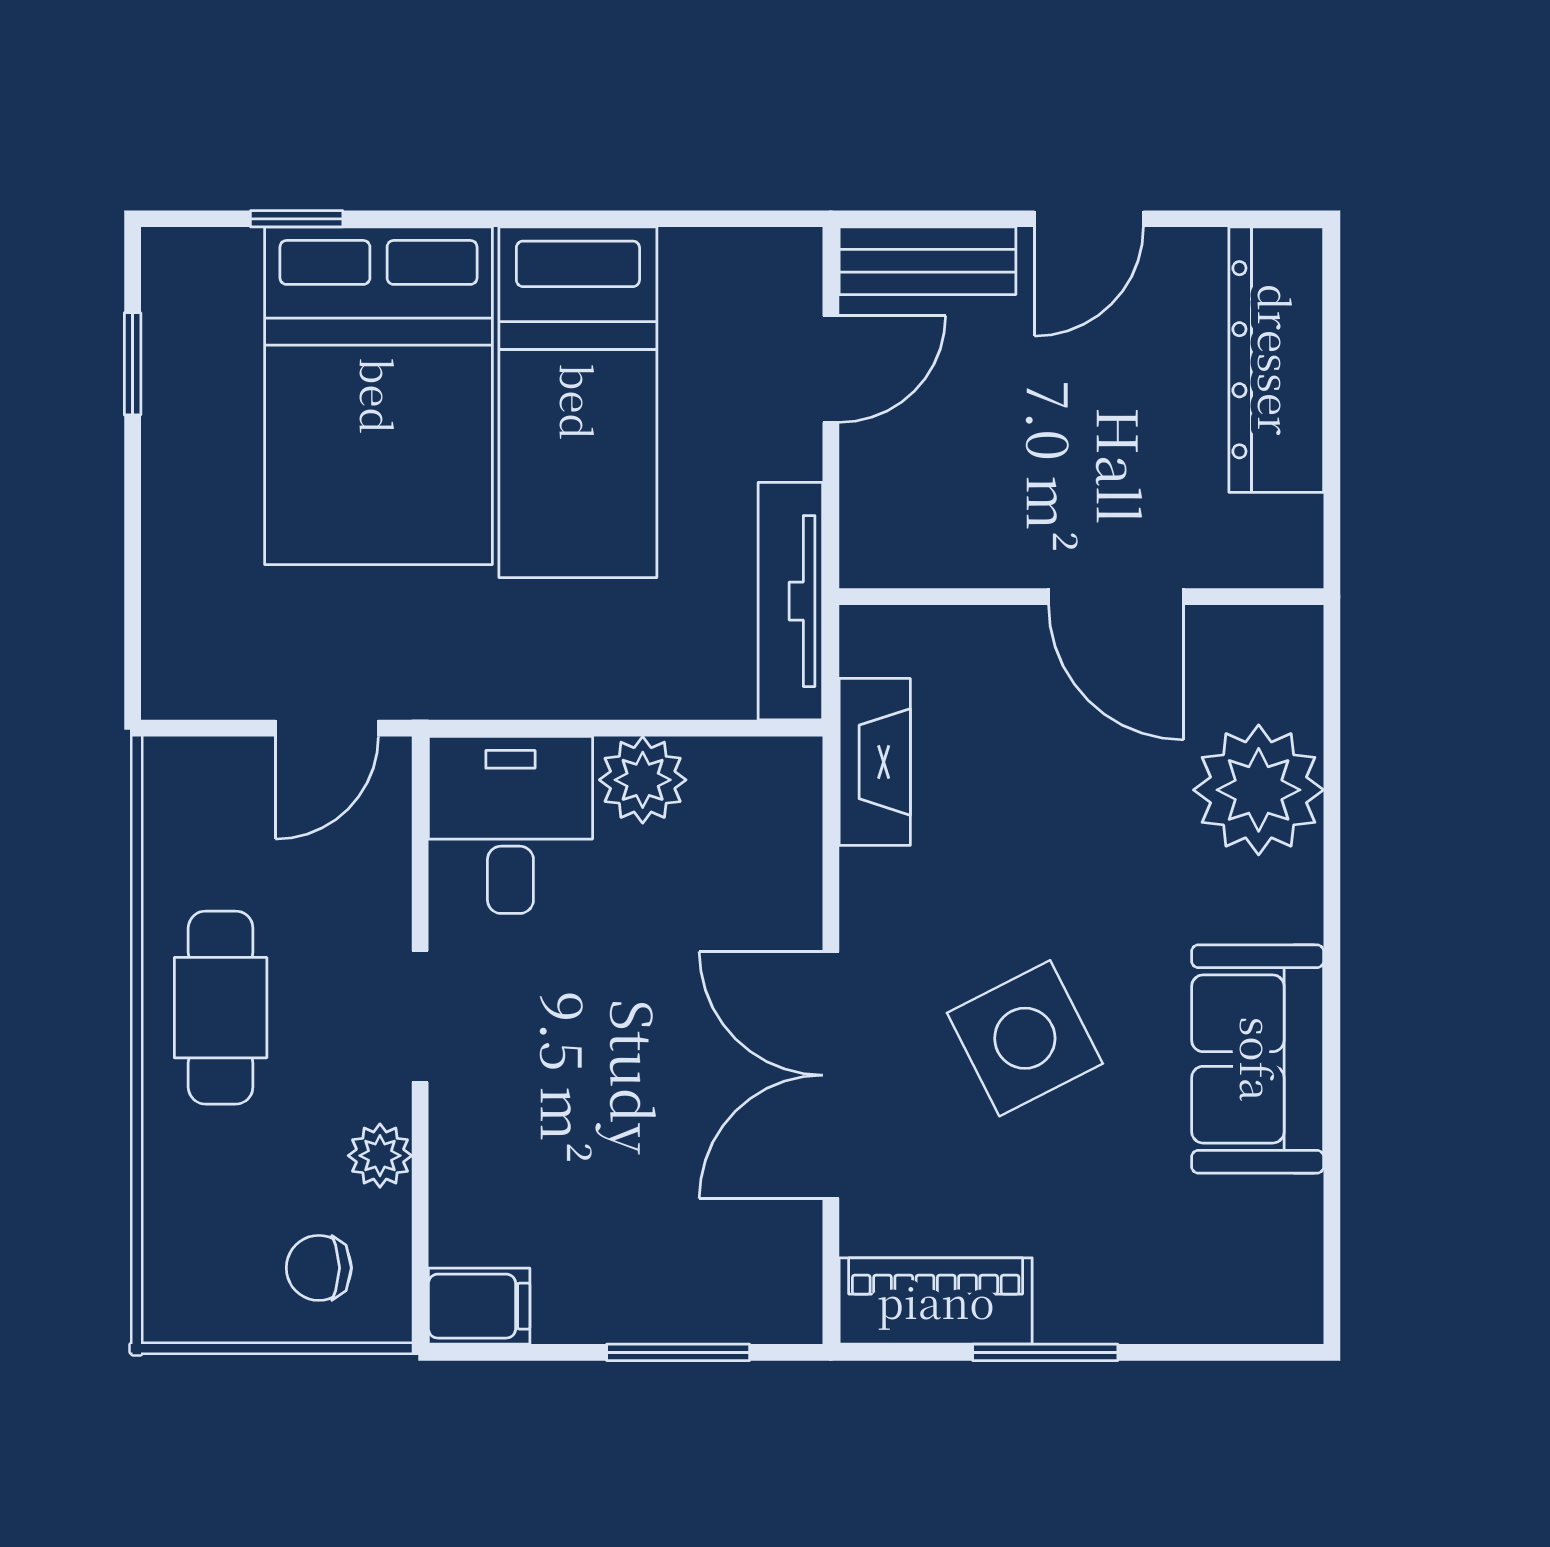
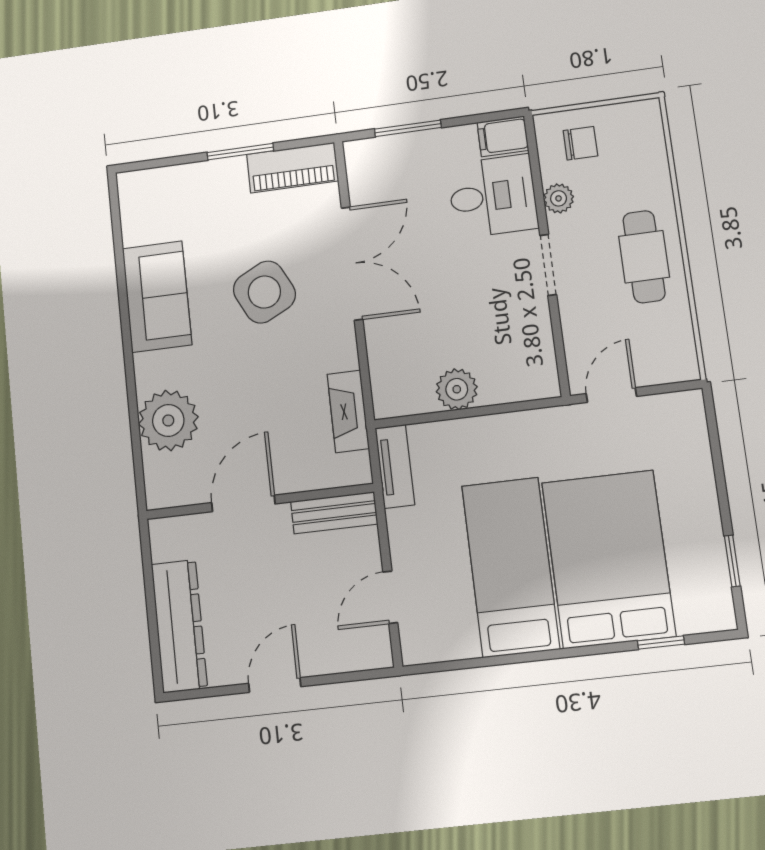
bench: (928, 261) -> (334, 513), moved
door: (1116, 597) -> (243, 503), hinge flipped
tv unit: (790, 601) -> (395, 466), width x0.71
desk: (510, 825) -> (493, 196), moved, turned -90

